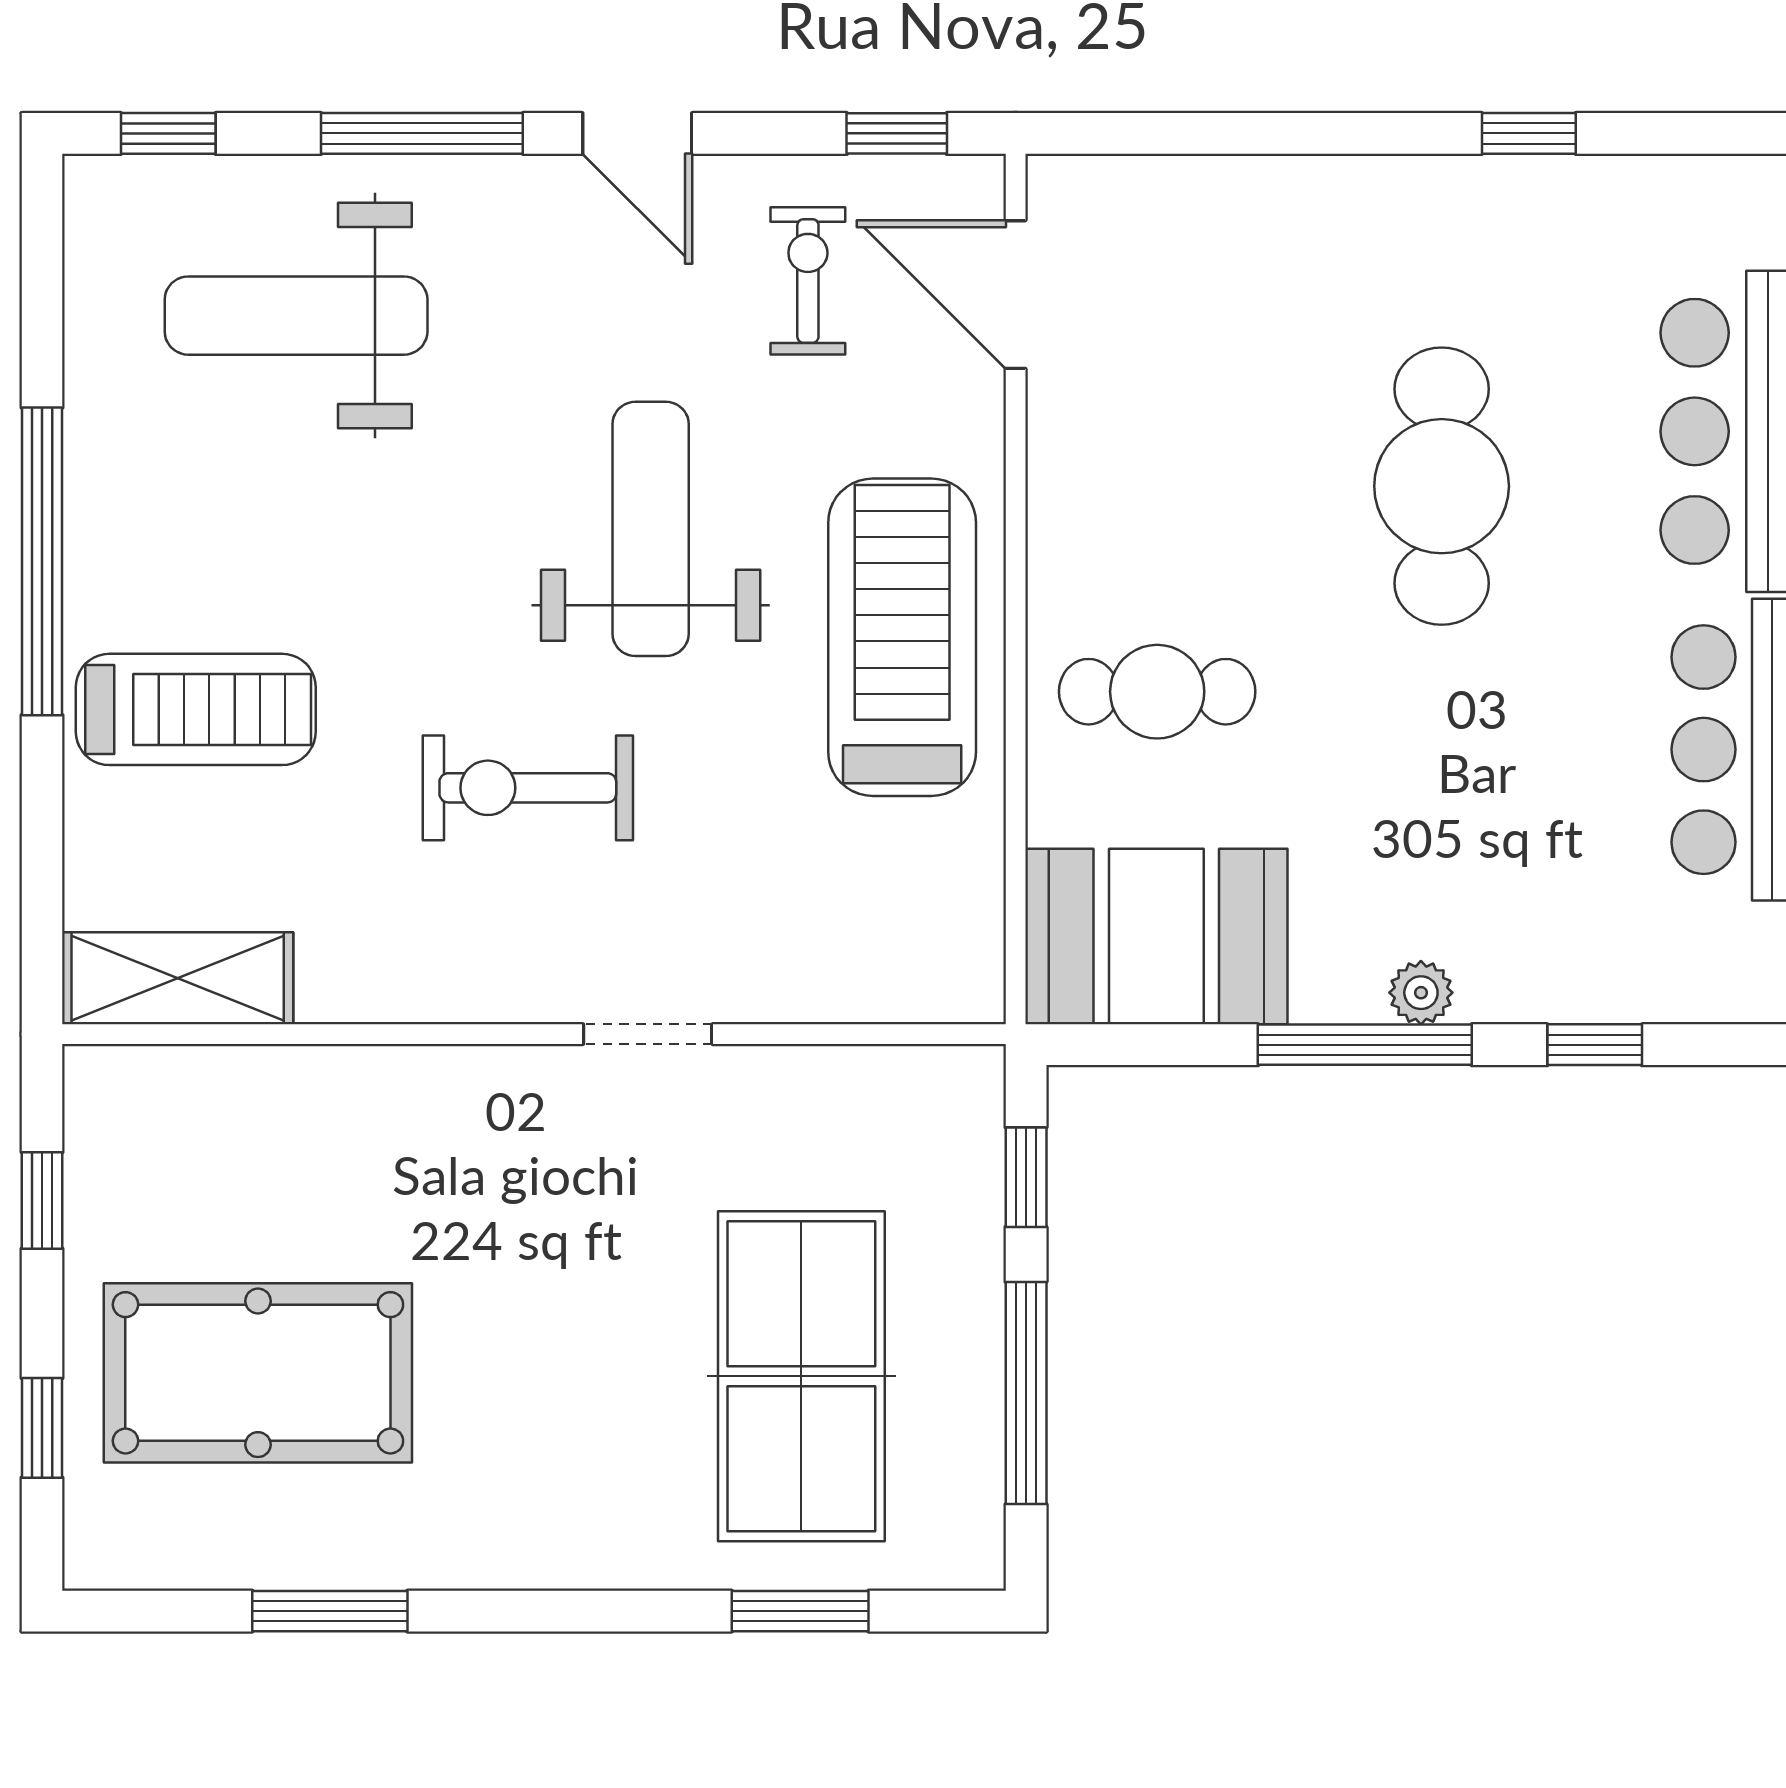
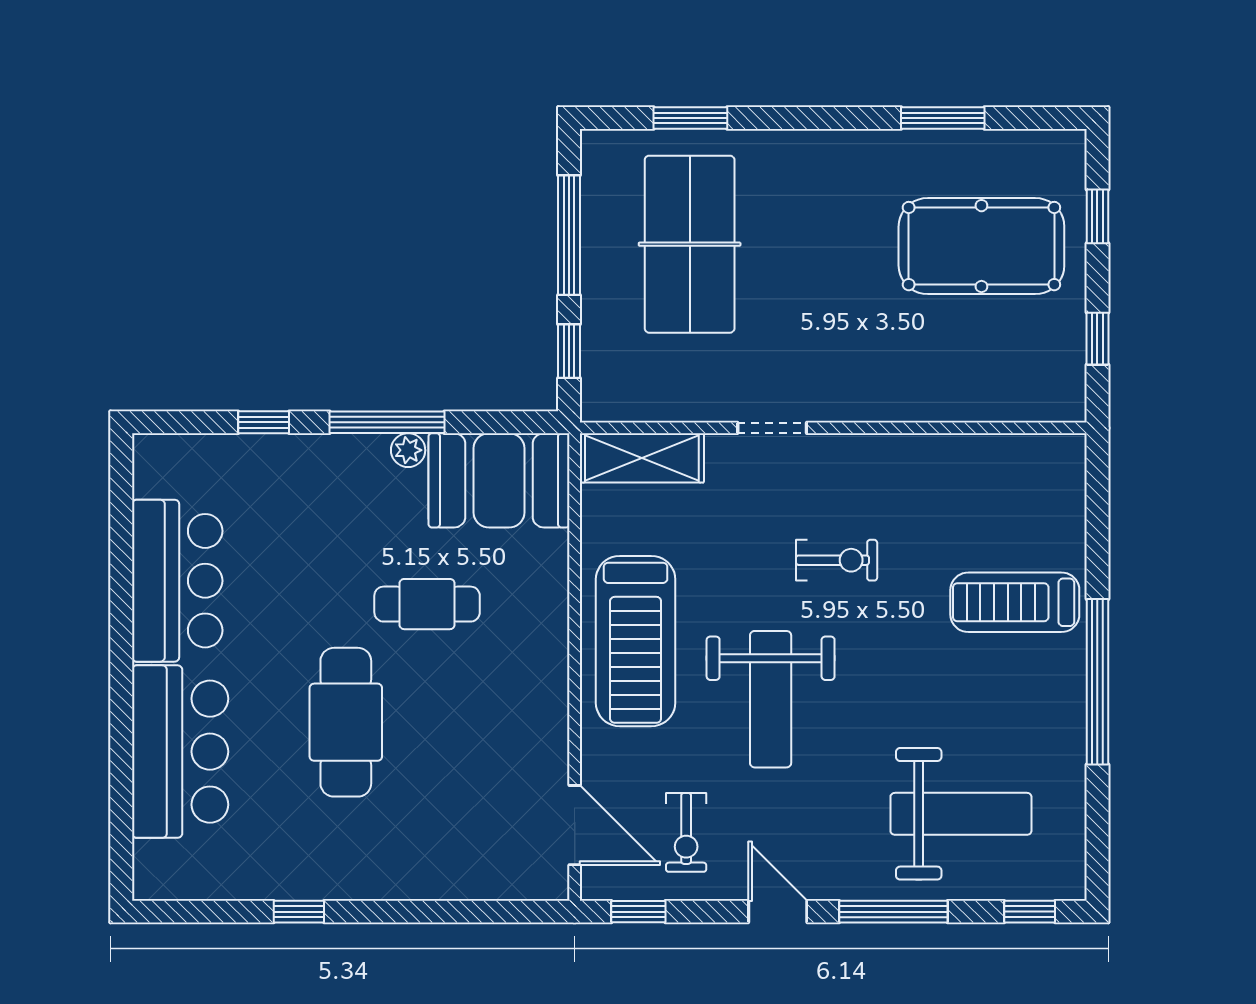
cafe table: (1157, 692) -> (427, 604), moved
exercise bike: (528, 788) -> (837, 560), width x0.73, depth x0.72
shelving: (178, 978) -> (642, 458), moved
plant: (1421, 993) -> (408, 450), moved

